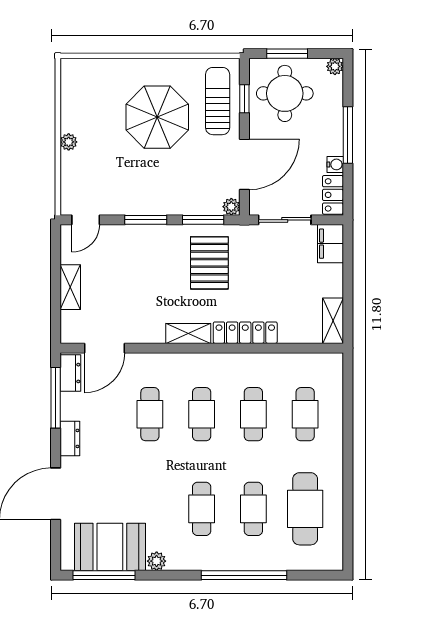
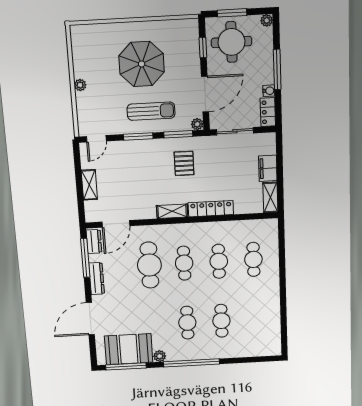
sun lounger: (218, 101) -> (151, 111), moved, turned 90
filing cabinet: (330, 244) -> (268, 168), moved
pallet: (209, 263) -> (184, 163), width x0.67, depth x0.71
cafe table: (150, 414) -> (149, 265), width x1.37, depth x1.35
dresser: (70, 438) -> (97, 279), width x1.44
cafe table: (305, 509) -> (255, 319), removed
window: (244, 575) -> (191, 363), moved

